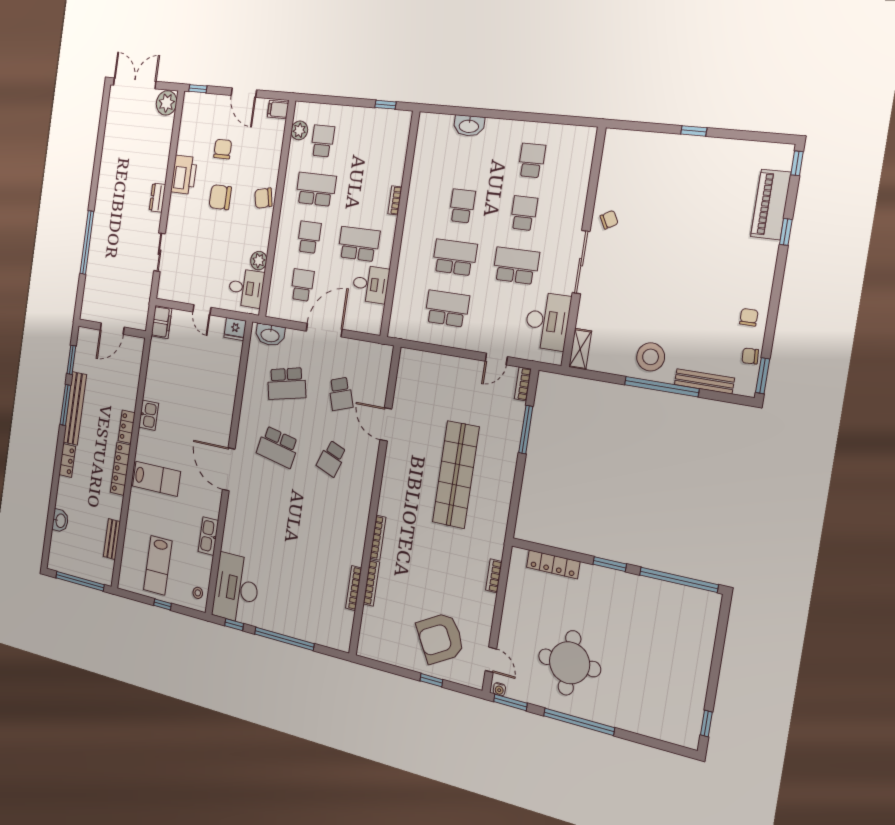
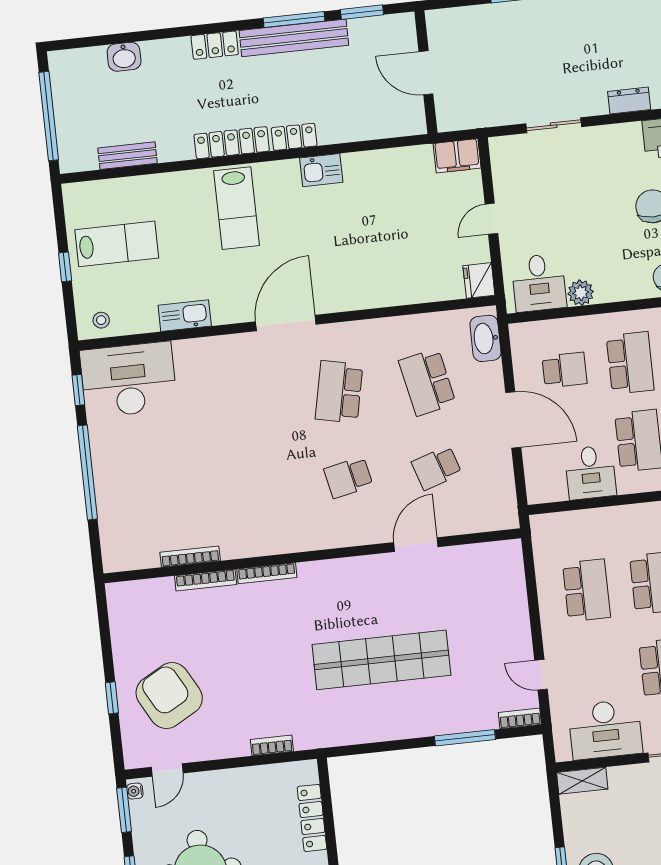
school desk: (309, 237) -> (630, 363), width x1.85
school desk: (332, 458) -> (348, 477), turned -33
lab bench: (158, 565) -> (117, 244), turned 180

